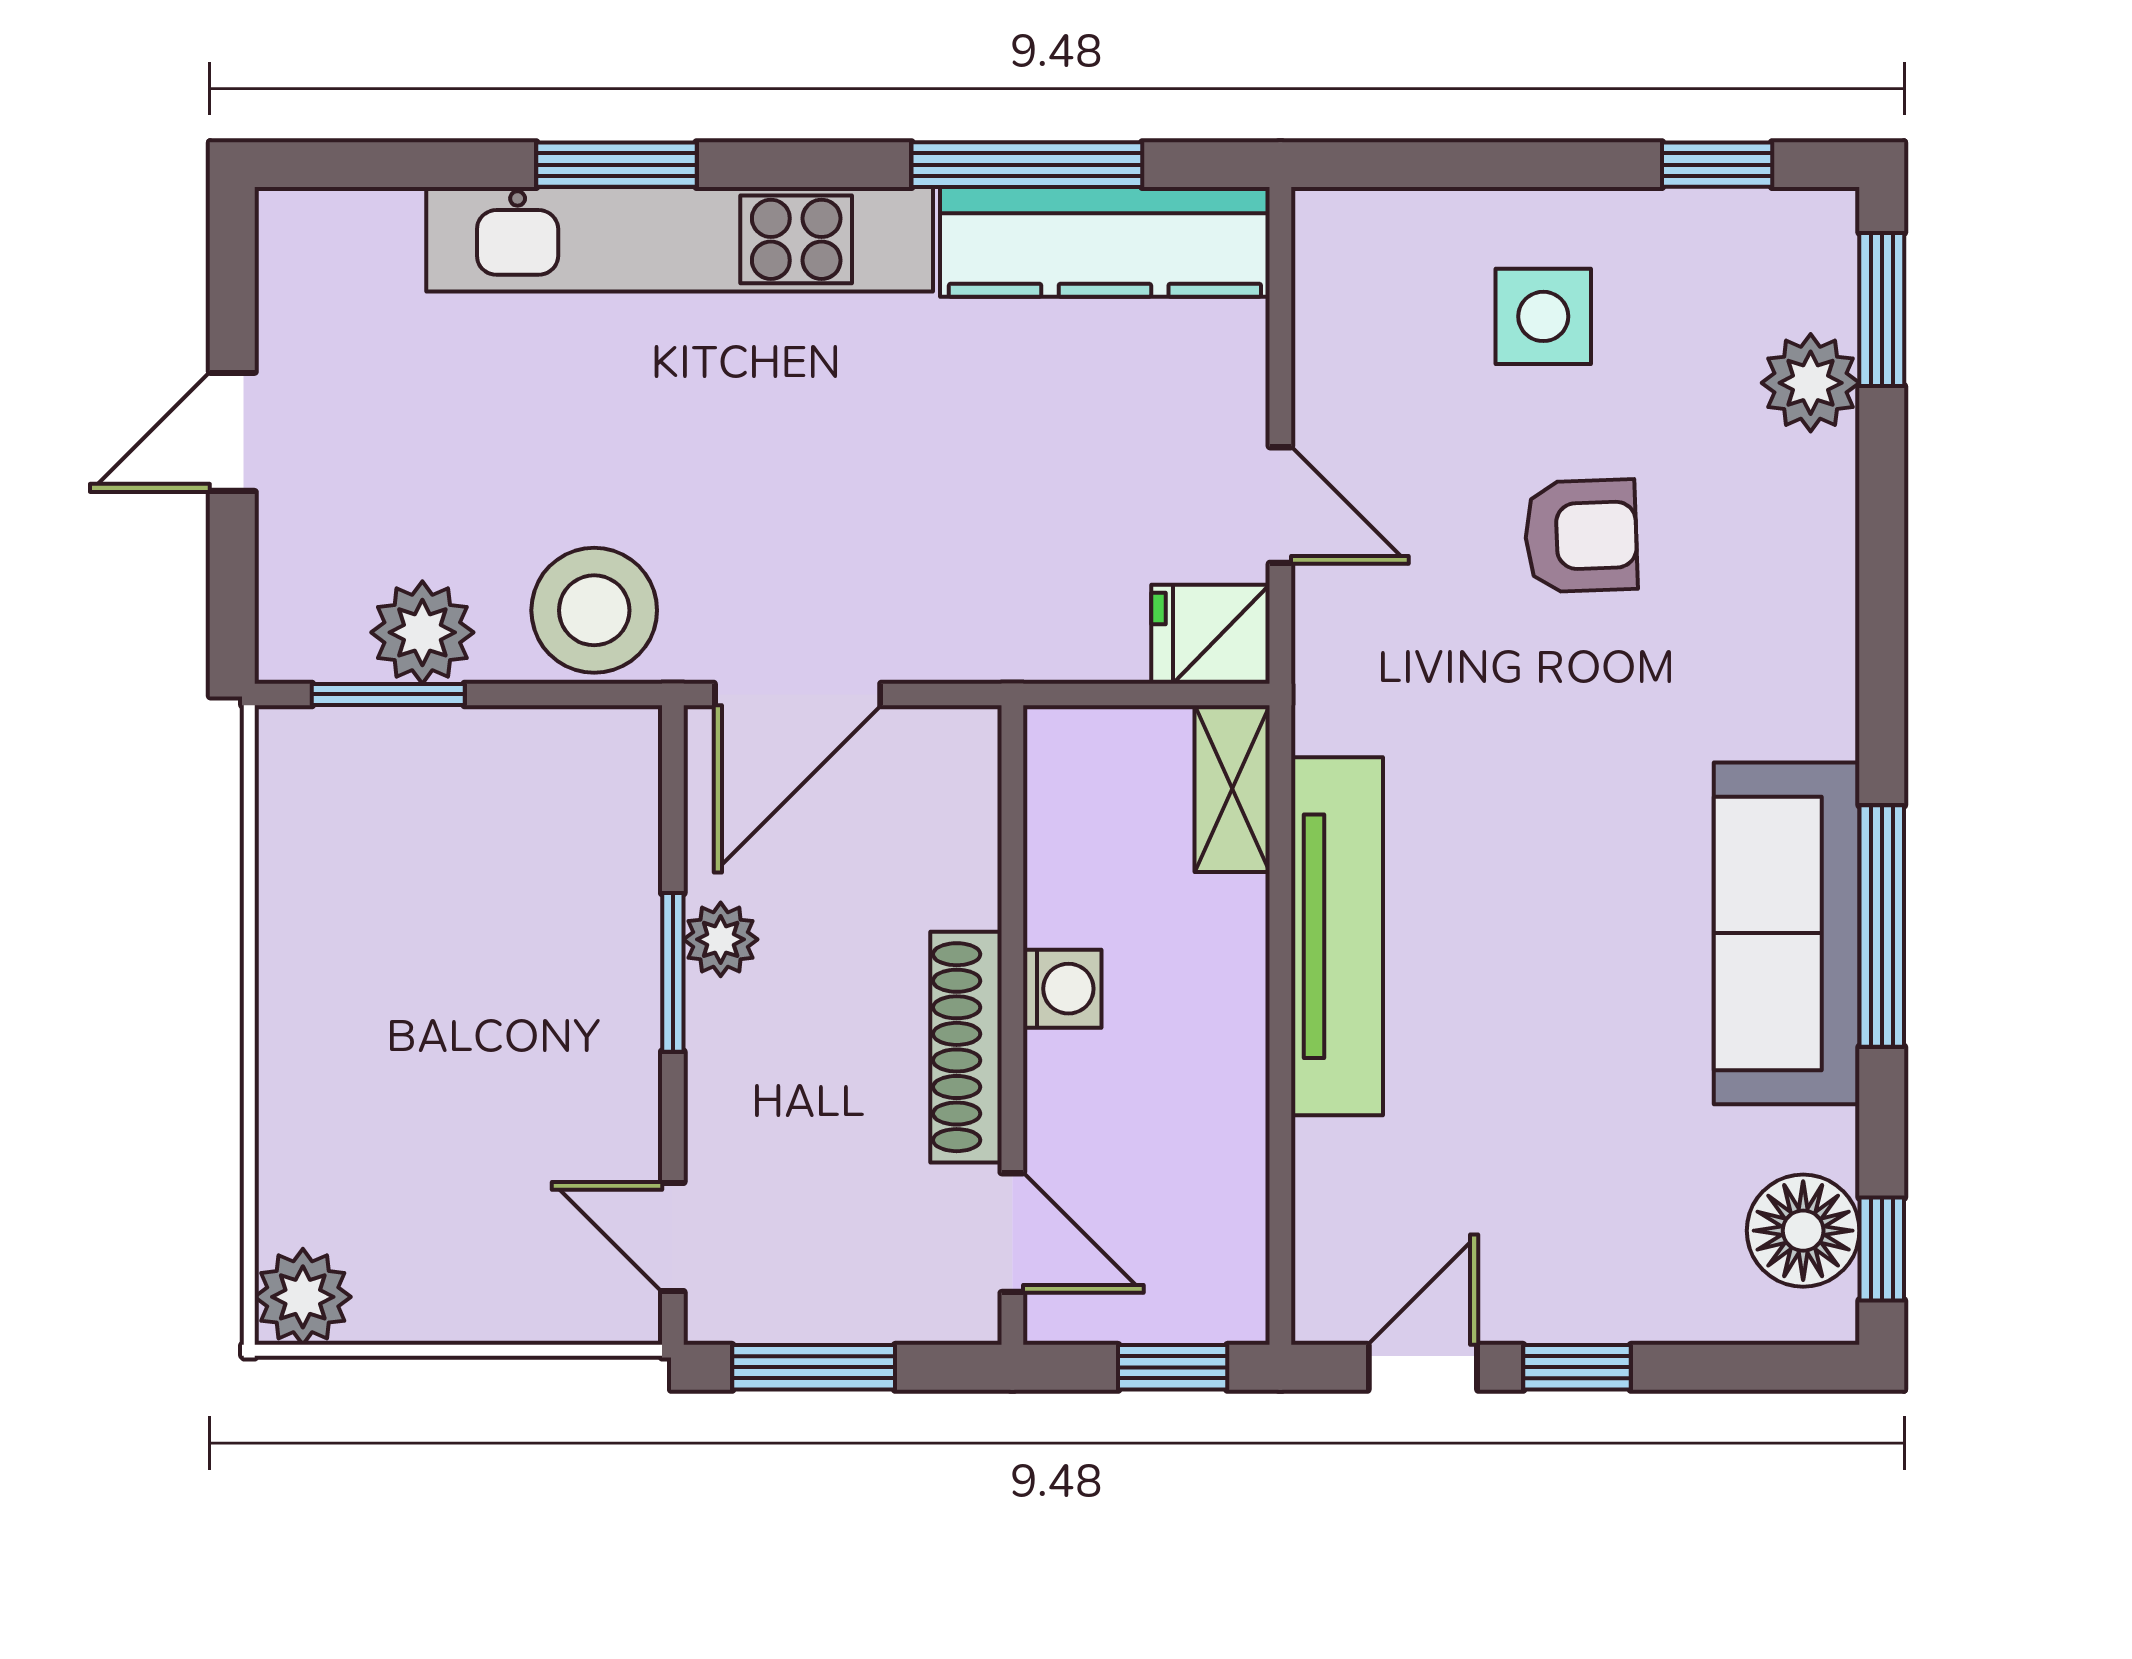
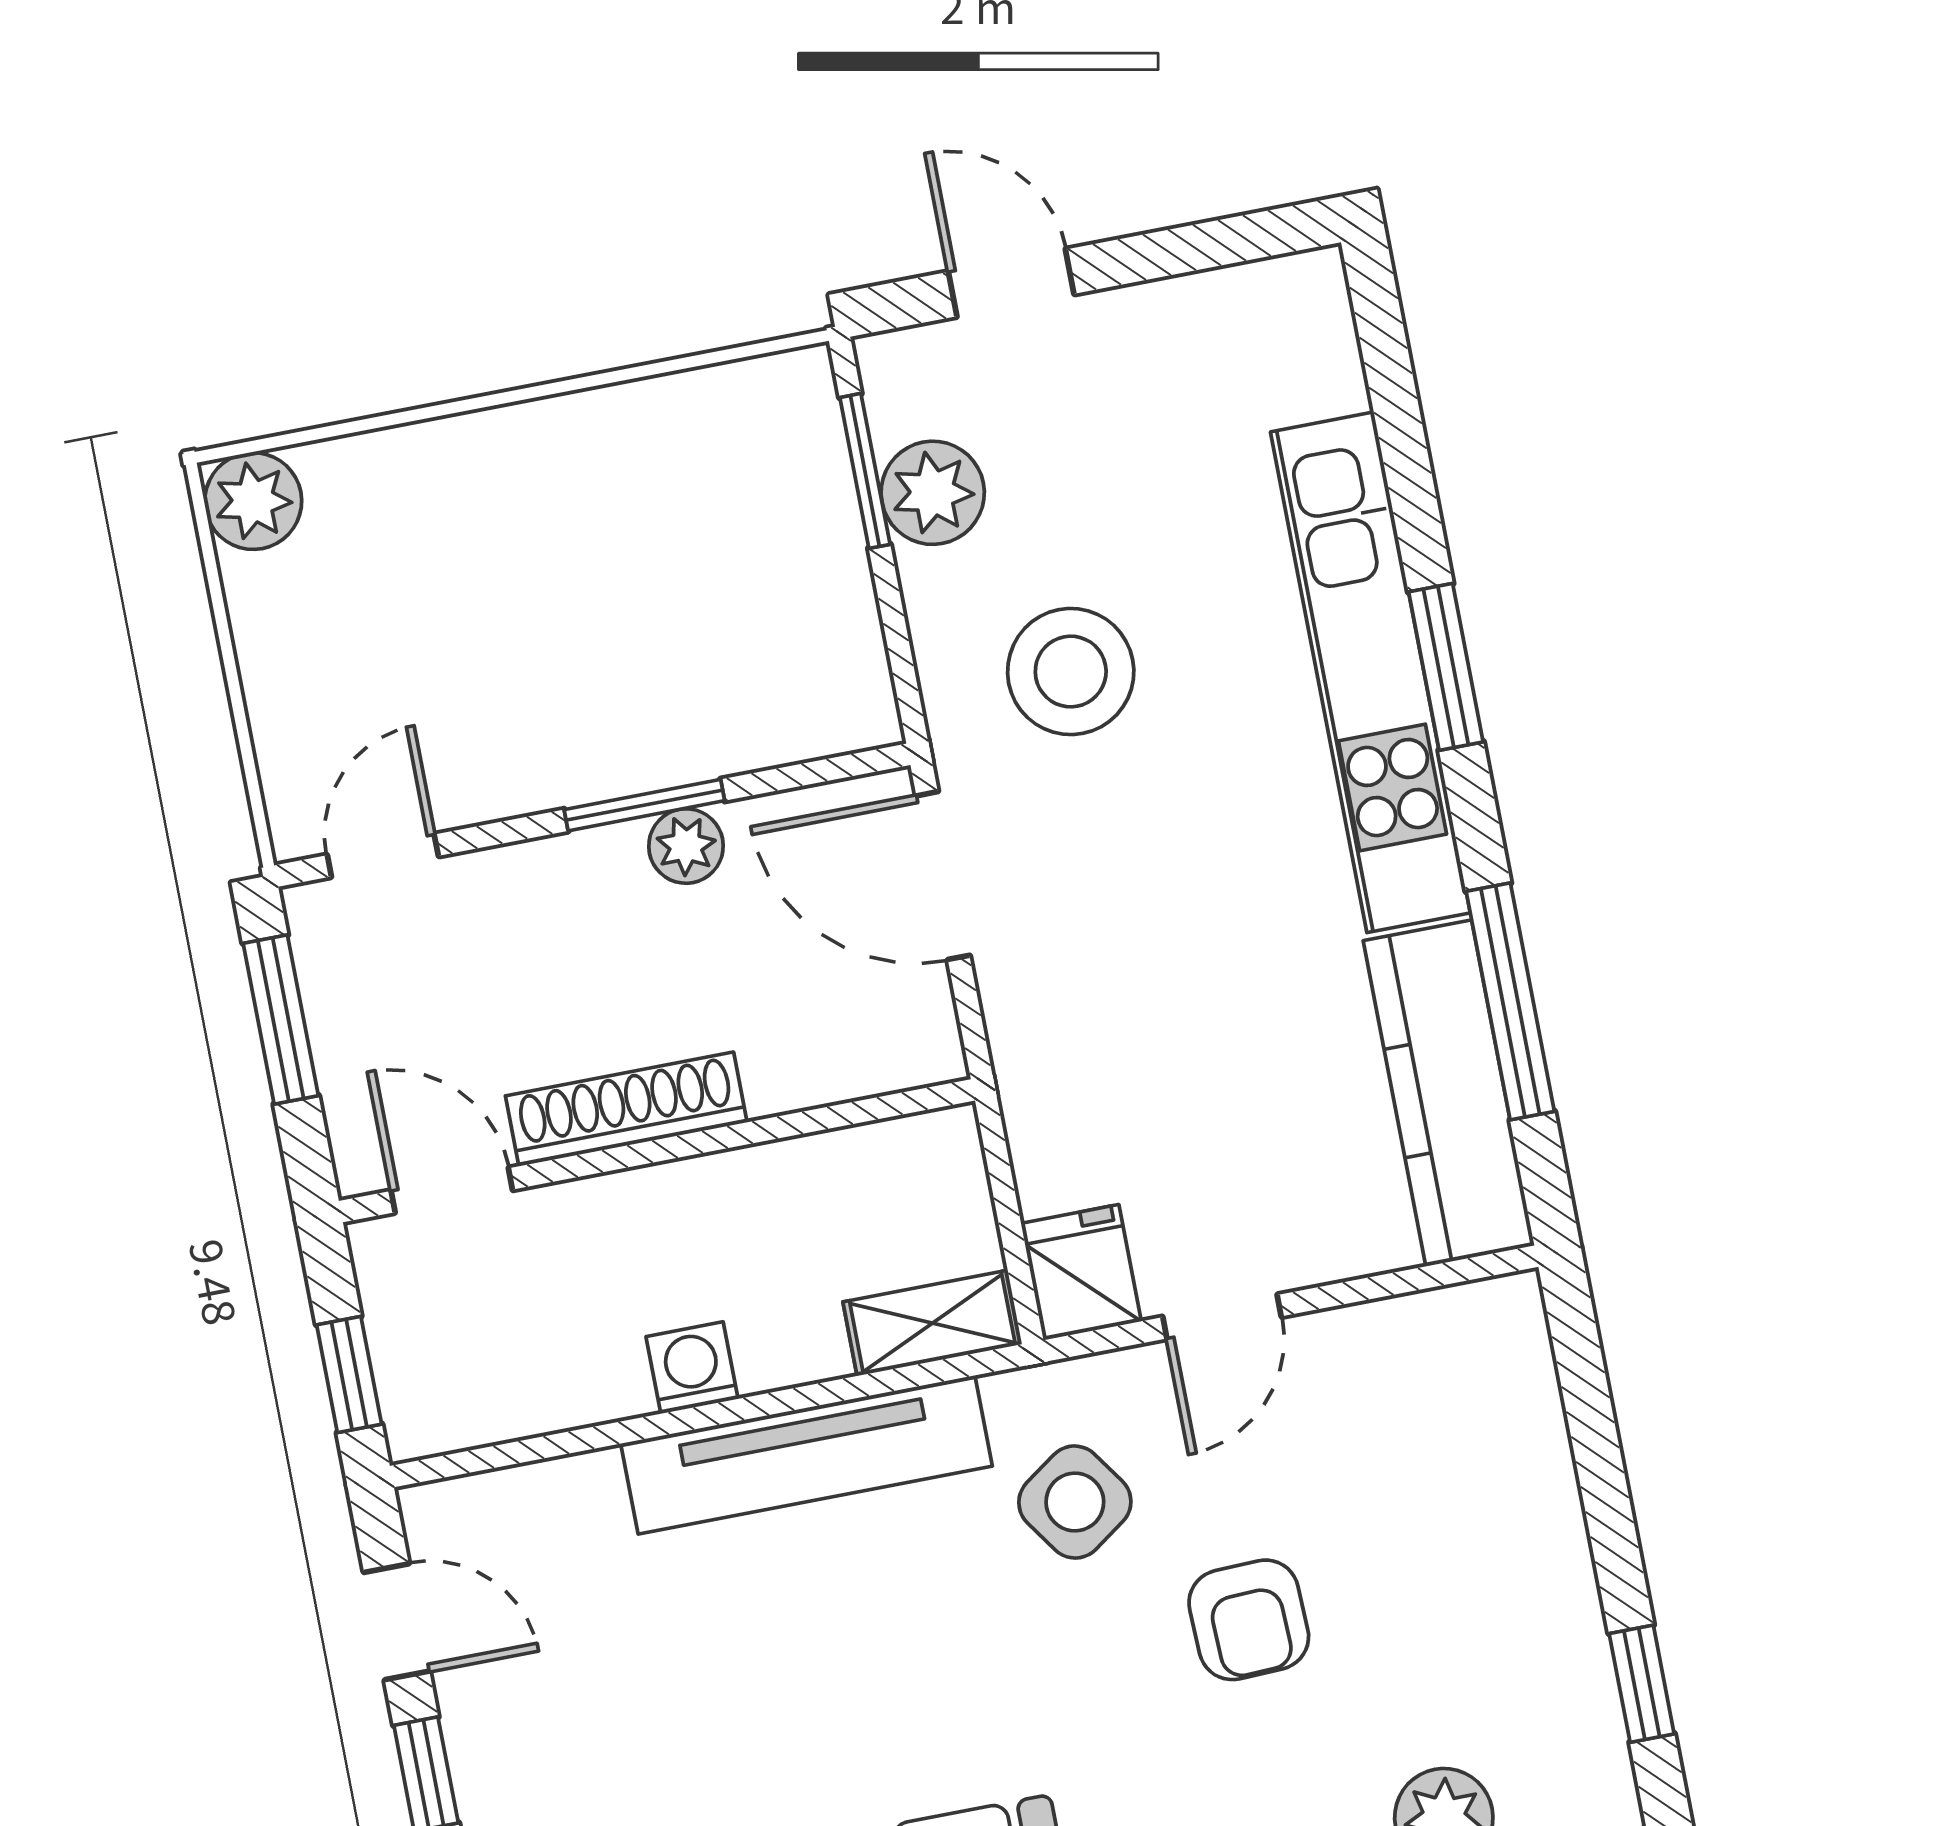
window: (616, 165) -> (1446, 667), moved
side table: (1543, 316) -> (1075, 1502), moved, turned -35
door: (232, 432) -> (1011, 283), moved
stool: (594, 610) -> (1071, 672), moved
washing machine: (1062, 989) -> (692, 1368), moved, turned 180
door: (1012, 1233) -> (452, 1190), swing flipped

